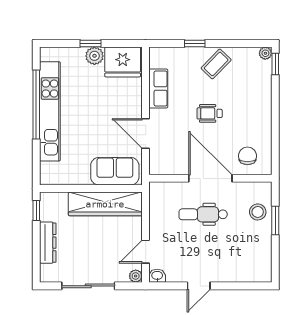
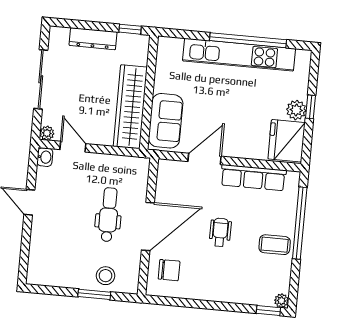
window: (195, 43) -> (300, 223), width x3.17
coffee table: (216, 64) -> (275, 245), turned -44
row of seats: (158, 89) -> (253, 178), width x1.48

